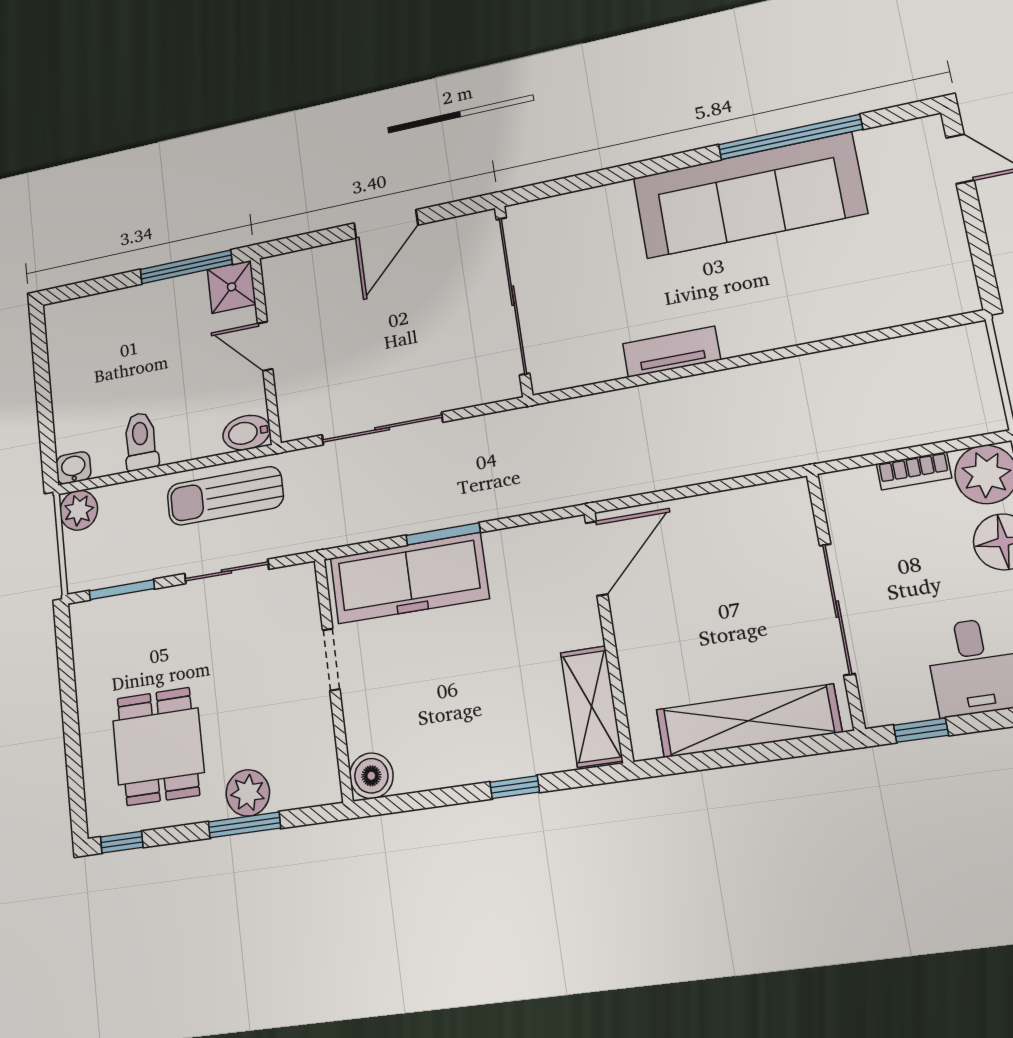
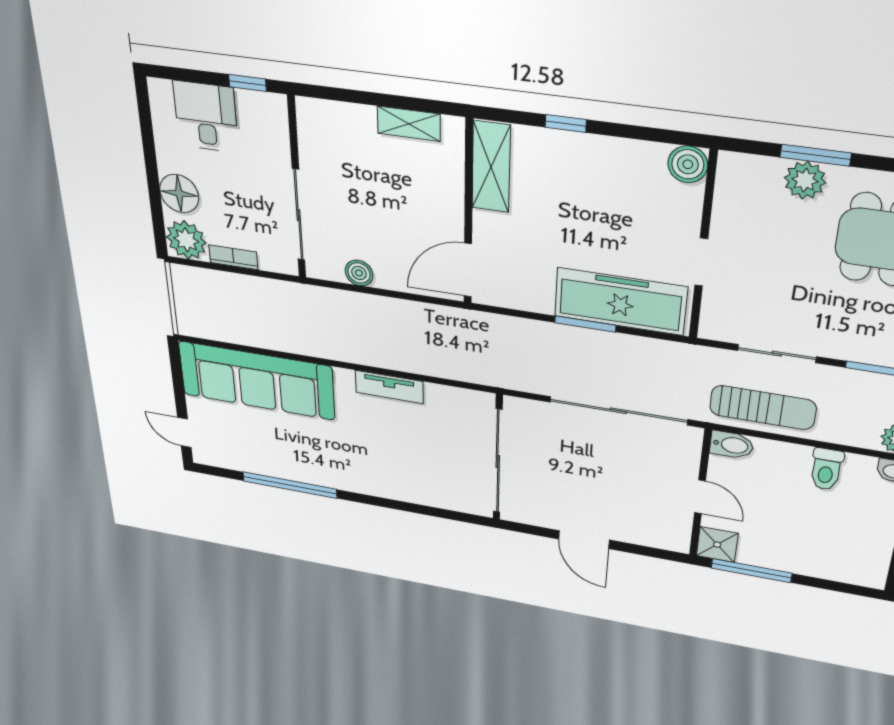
sofa: (749, 196) -> (257, 380), moved, turned 180
door: (386, 224) -> (584, 540), swing flipped
sliding door: (382, 429) -> (618, 411), width x1.36
boiler: (736, 507) -> (359, 273), added
sliding door: (837, 609) -> (298, 215), moved
shelving: (748, 721) -> (409, 124), width x0.45, depth x0.75

